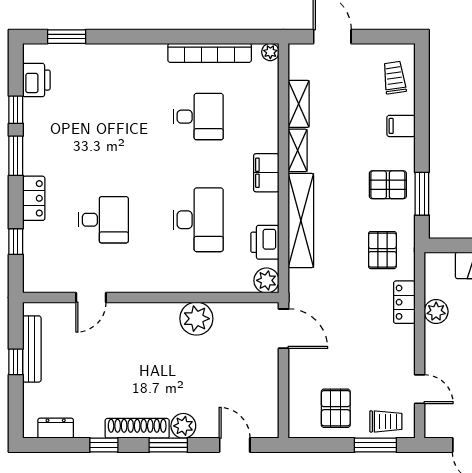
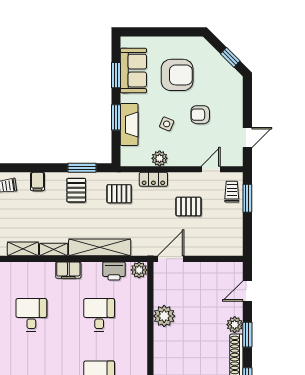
desk: (198, 220) -> (99, 315), width x0.73
pallet: (336, 408) -> (188, 207), moved

